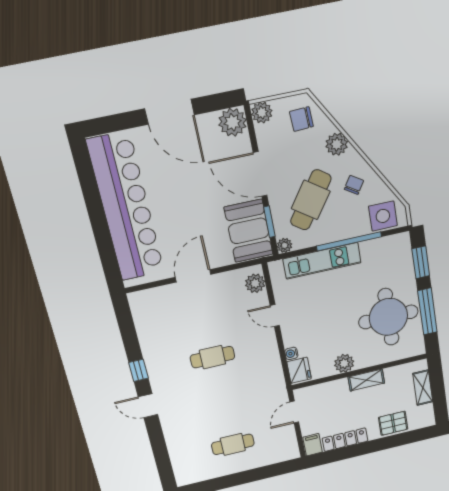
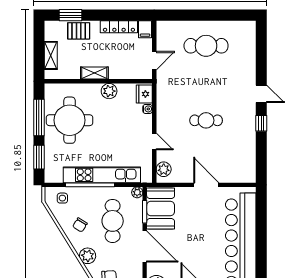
cafe table: (311, 200) -> (113, 221), turned -35
side table: (383, 216) -> (62, 198), width x0.54, depth x0.54
kitchen unit: (322, 261) -> (102, 175), width x1.36
door: (193, 276) -> (206, 185), swing flipped
window: (406, 438) -> (70, 15), added
cafe table: (233, 444) -> (206, 46), width x1.37, depth x1.35

